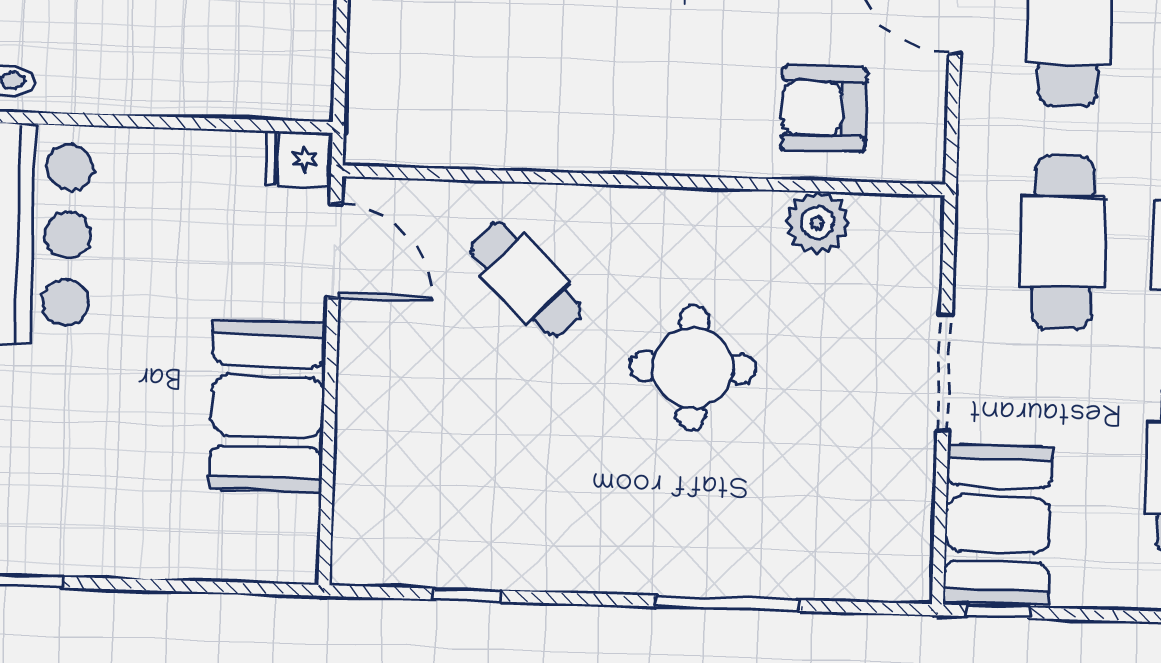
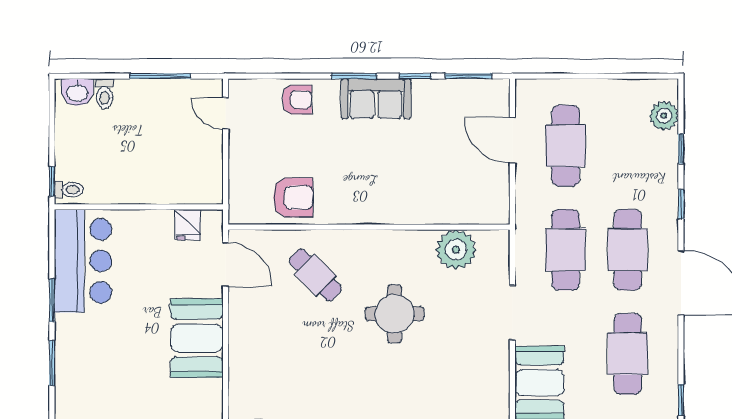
armchair: (824, 108) -> (293, 197), moved, turned 180
fridge: (299, 159) -> (188, 225), moved, turned -90
plant: (817, 223) -> (456, 250), width x1.36, depth x1.36

